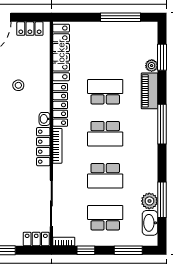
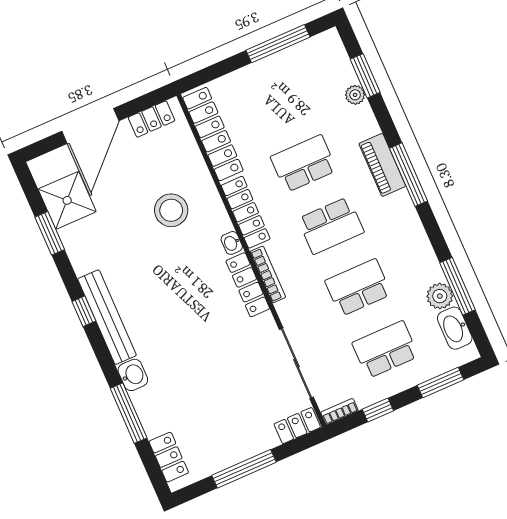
stool: (18, 85) -> (171, 210), width x1.89, depth x1.89
piano: (150, 91) -> (382, 165), moved
school desk: (105, 176) -> (358, 288), turned 180

